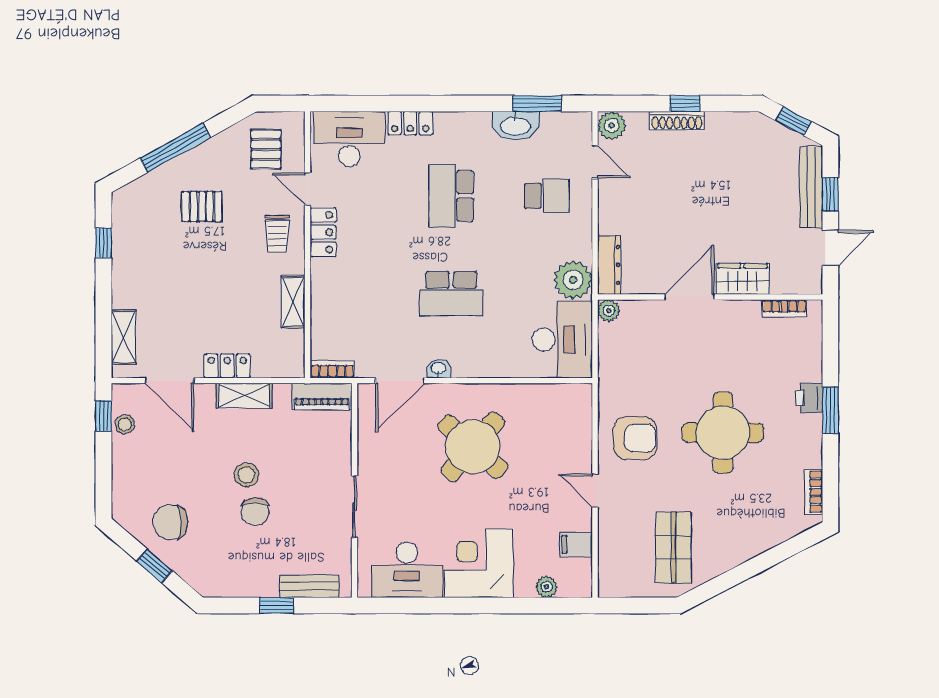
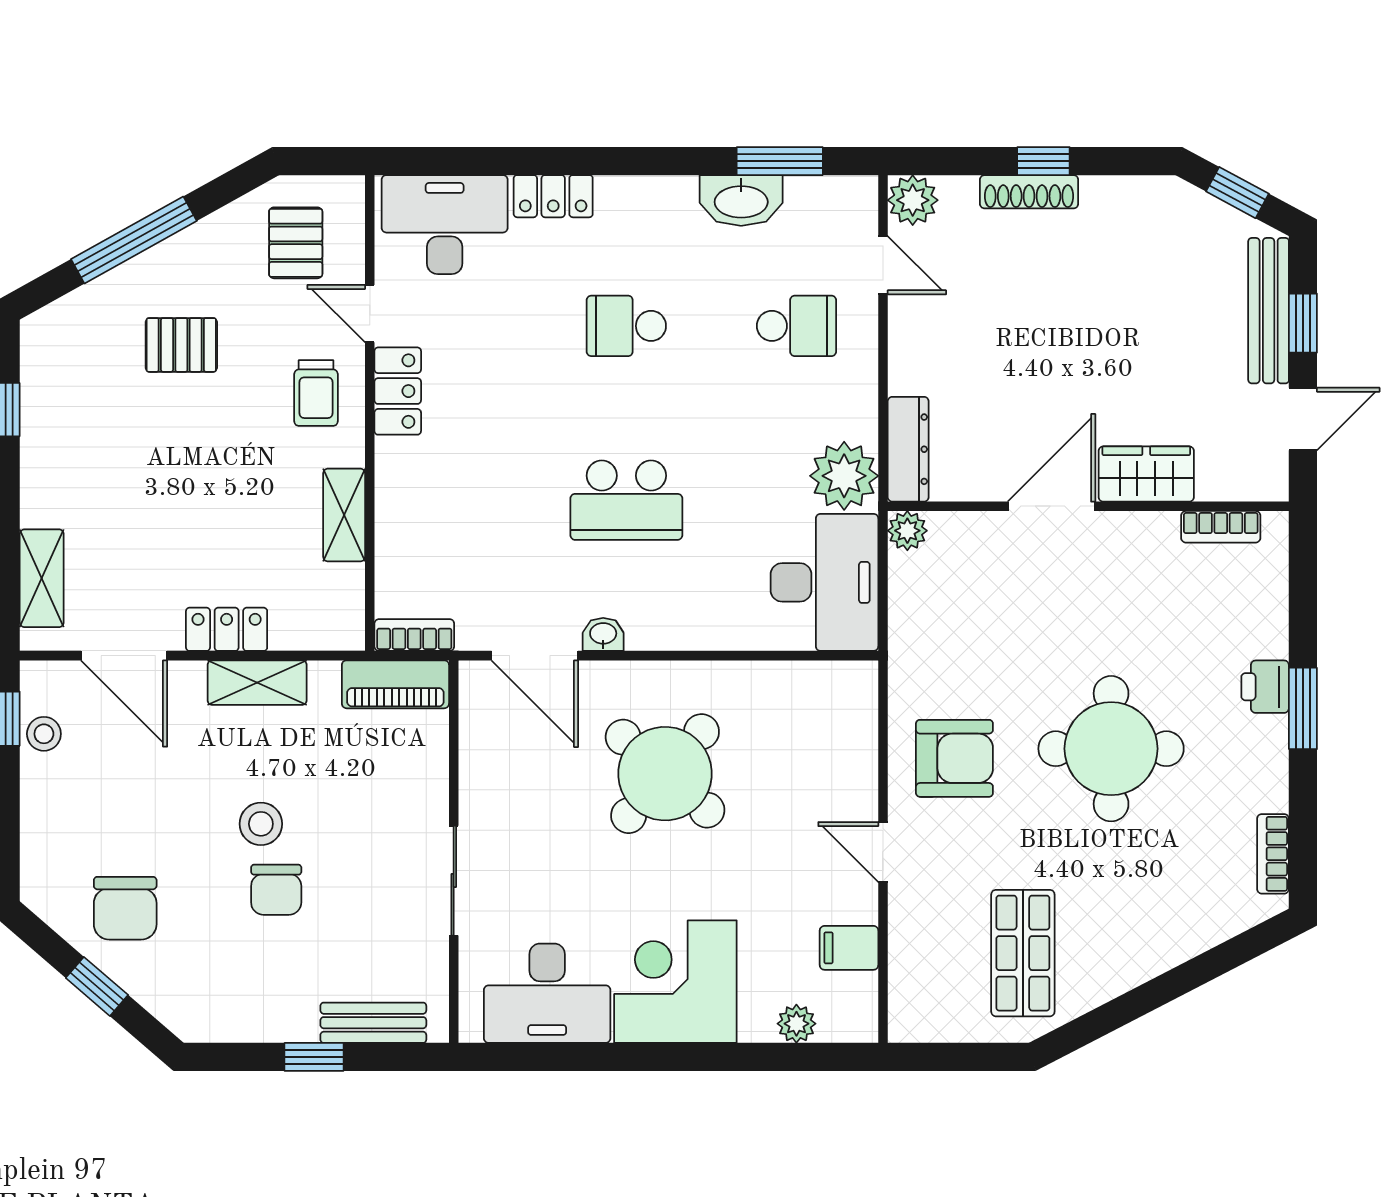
school desk: (451, 196) -> (626, 326), width x0.54
door: (400, 381) -> (535, 656), hinge flipped
chair: (170, 522) -> (125, 908), turned -90

